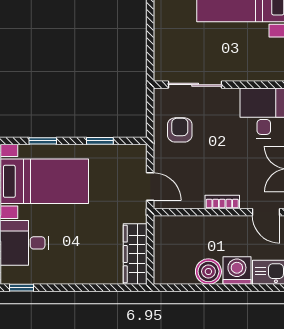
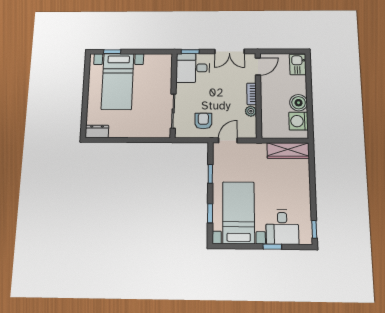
armchair: (180, 130) -> (203, 121), turned 90
door: (150, 187) -> (228, 140), moved
plant: (195, 200) -> (251, 111), added
washing machine: (237, 271) -> (298, 121), moved

